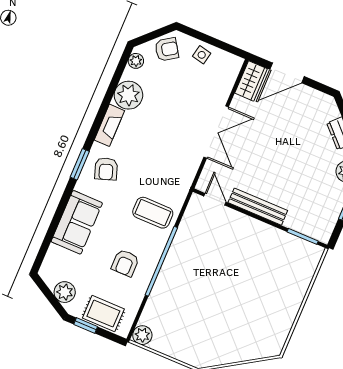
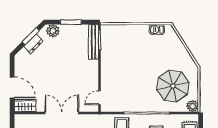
bench: (258, 207) -> (94, 42), moved
parasol: (185, 318) -> (173, 86), added
barbecue: (282, 330) -> (157, 30), added

